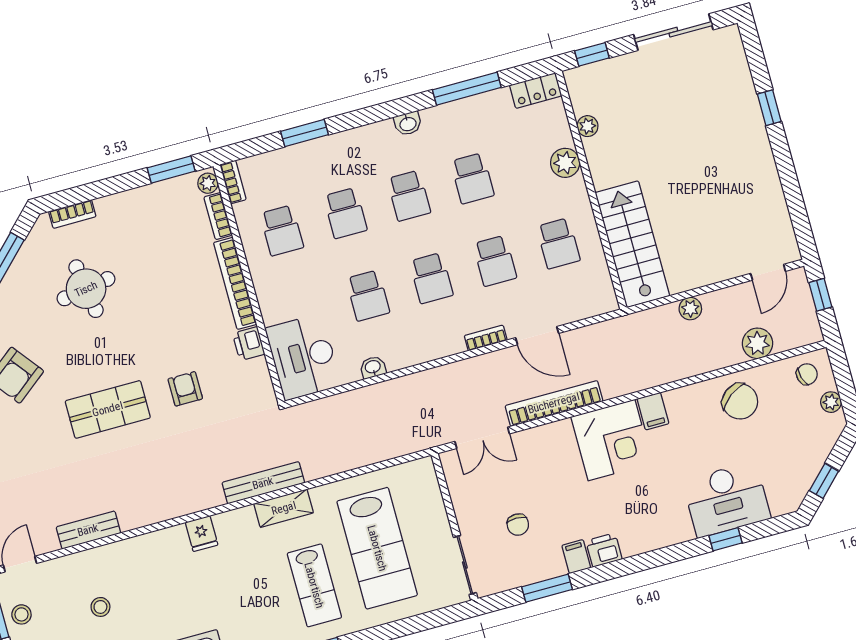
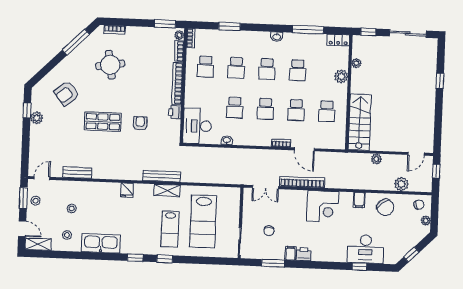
filing cabinet: (653, 411) -> (359, 200), moved

